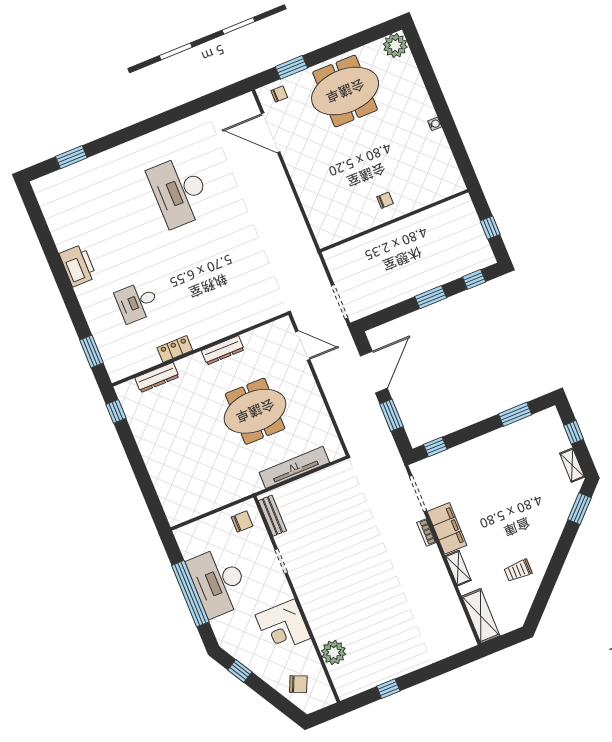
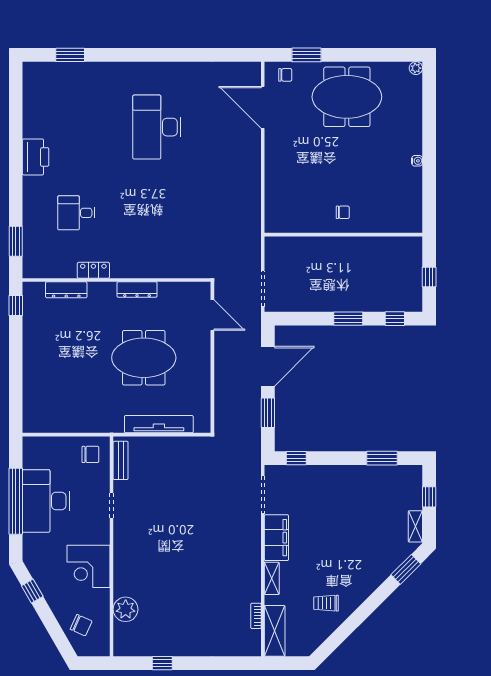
plant: (395, 46) -> (416, 68), width x0.53, depth x0.53
bookcase: (426, 533) -> (256, 616), moved

